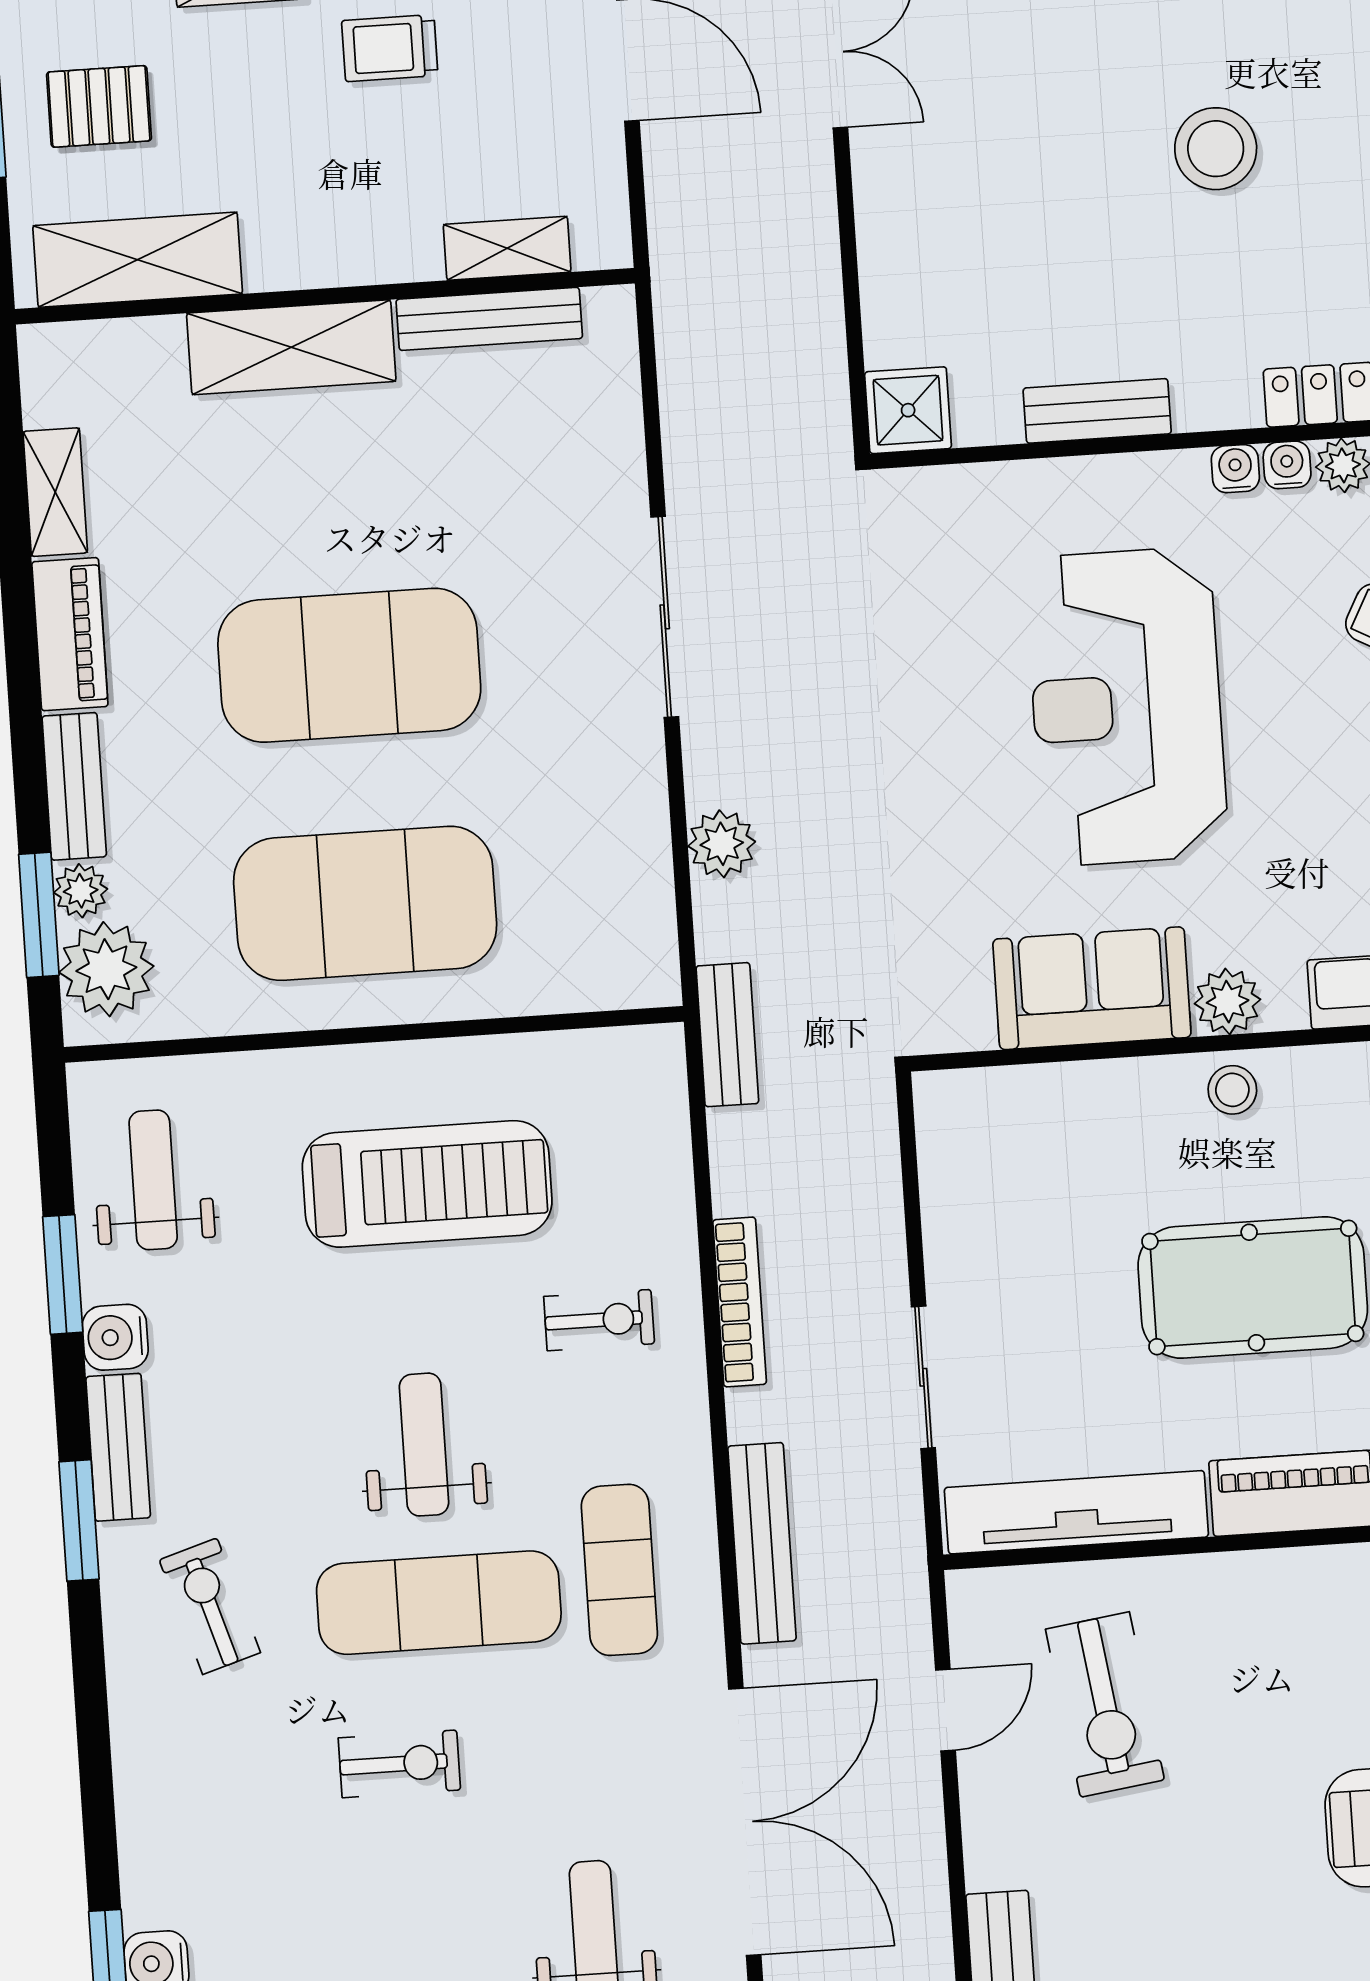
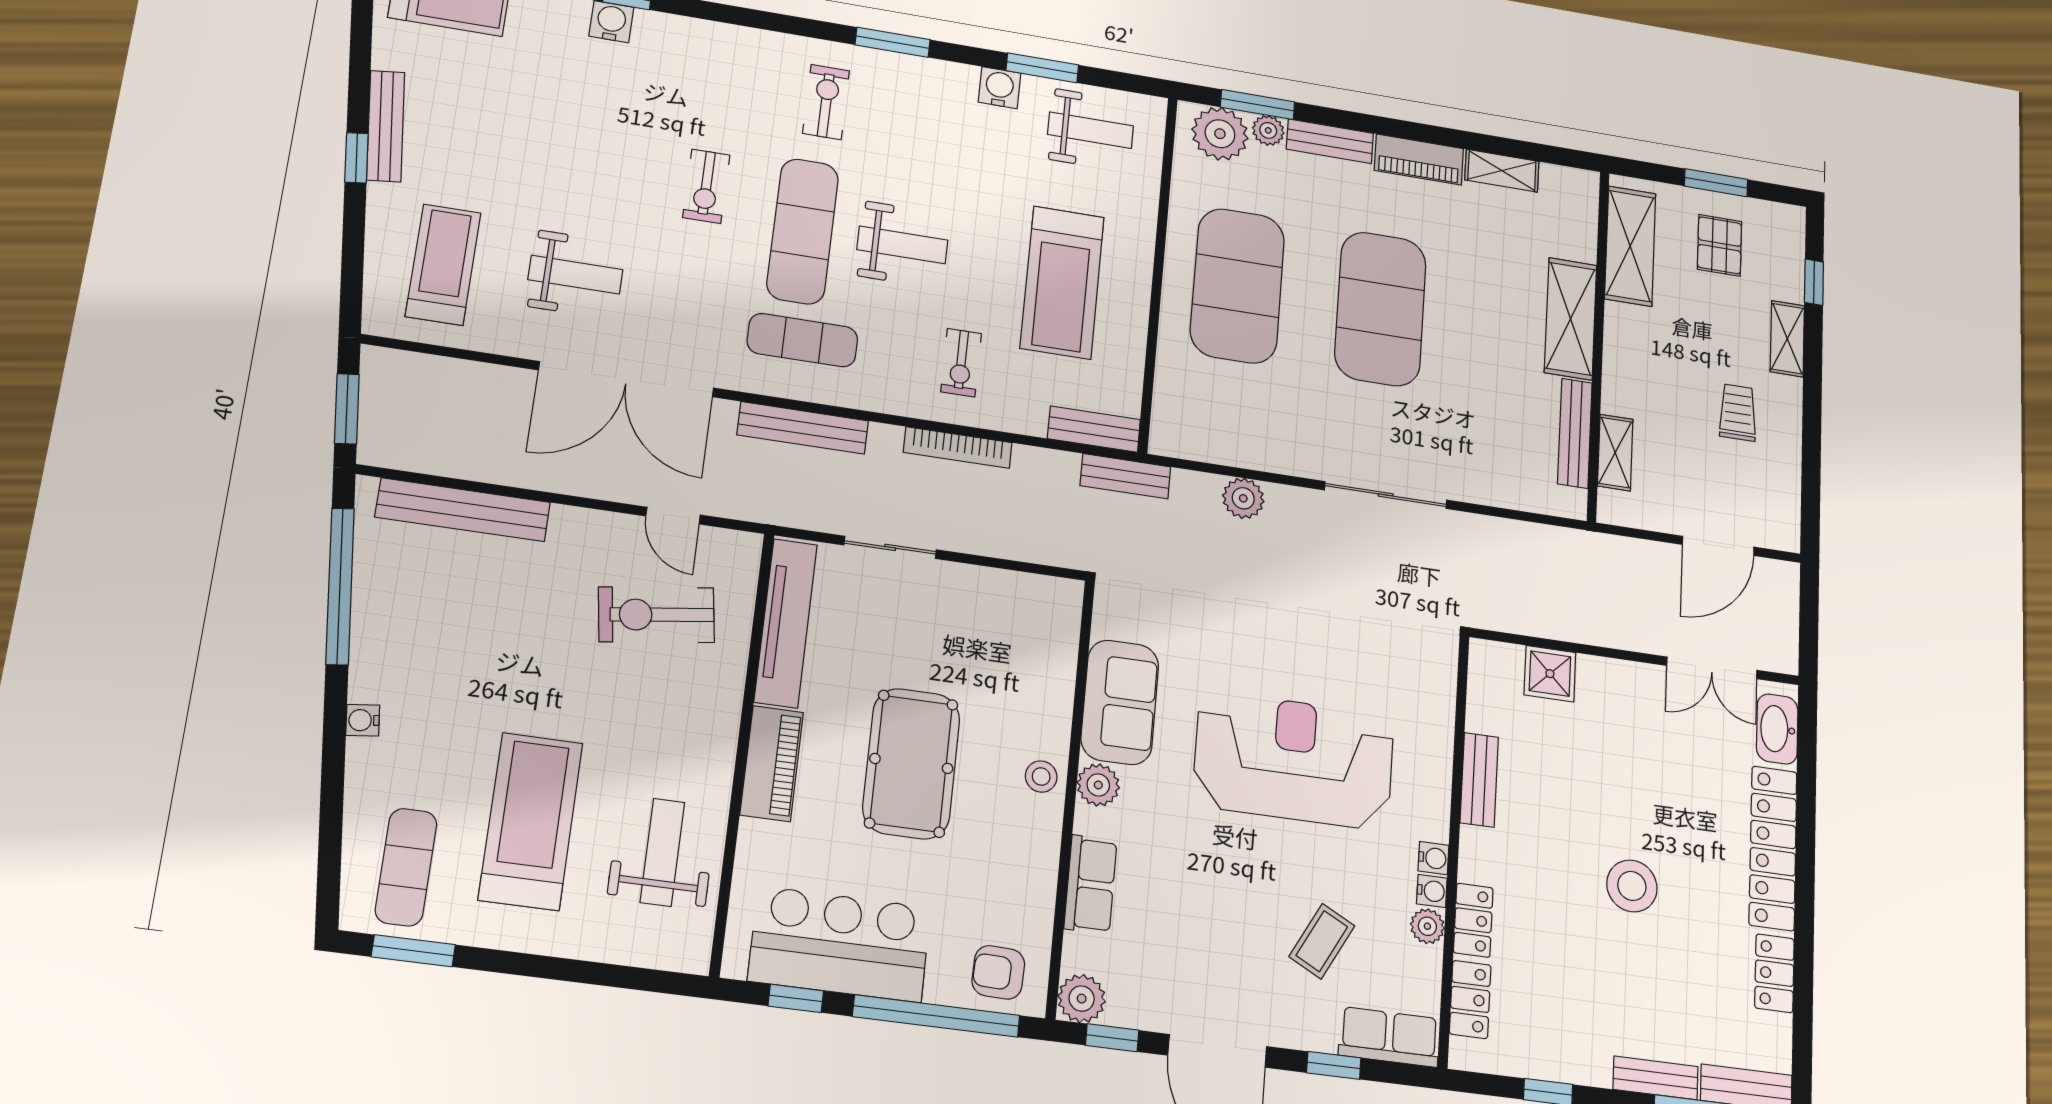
shower: (908, 410) -> (1550, 674), moved
bench: (118, 1447) -> (1094, 429), moved
exercise bike: (210, 1606) -> (826, 102), turned -73

